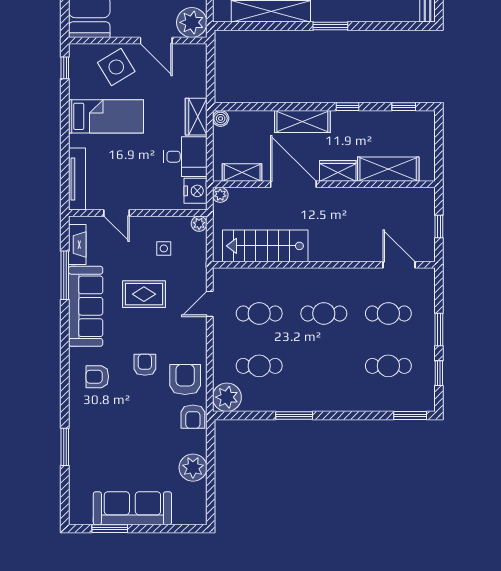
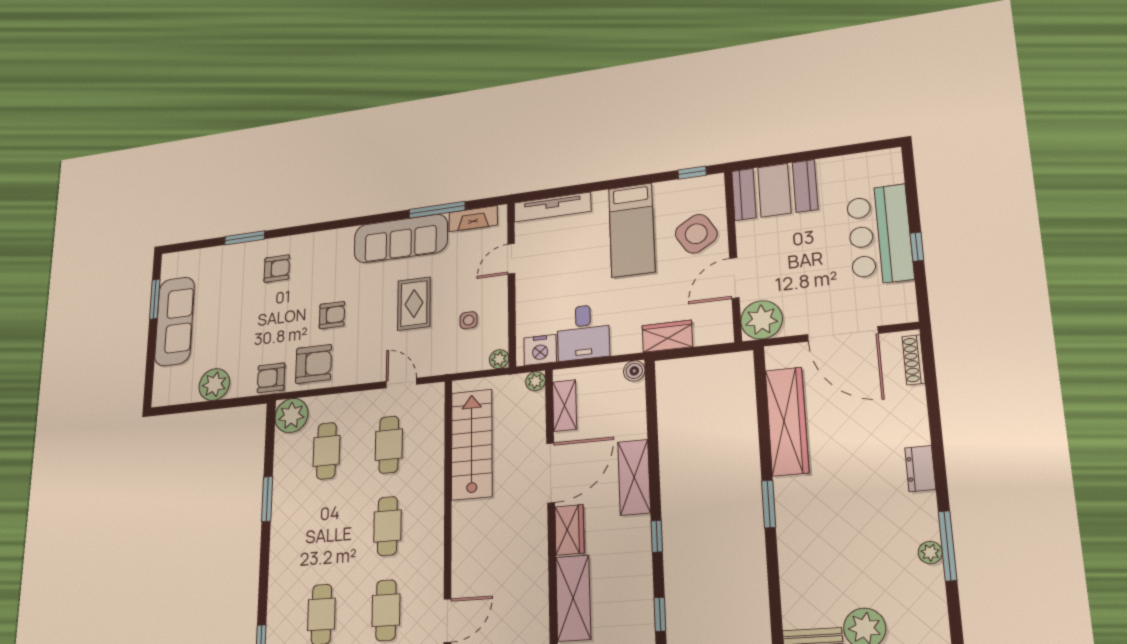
wardrobe: (196, 117) -> (667, 336), moved
armchair: (97, 377) -> (277, 269), moved, turned 90

